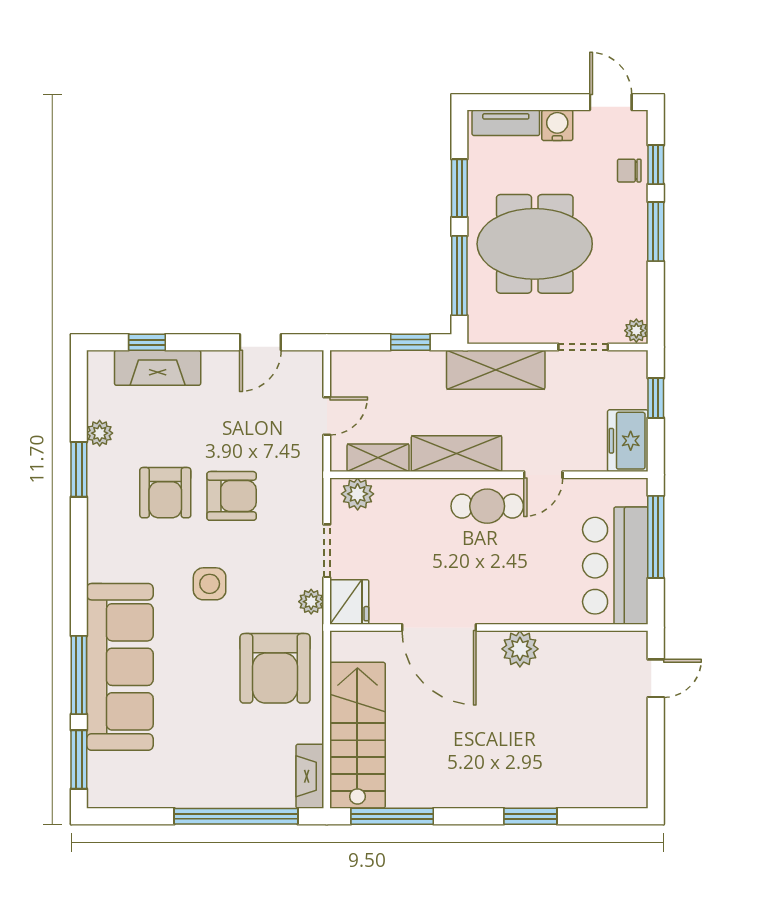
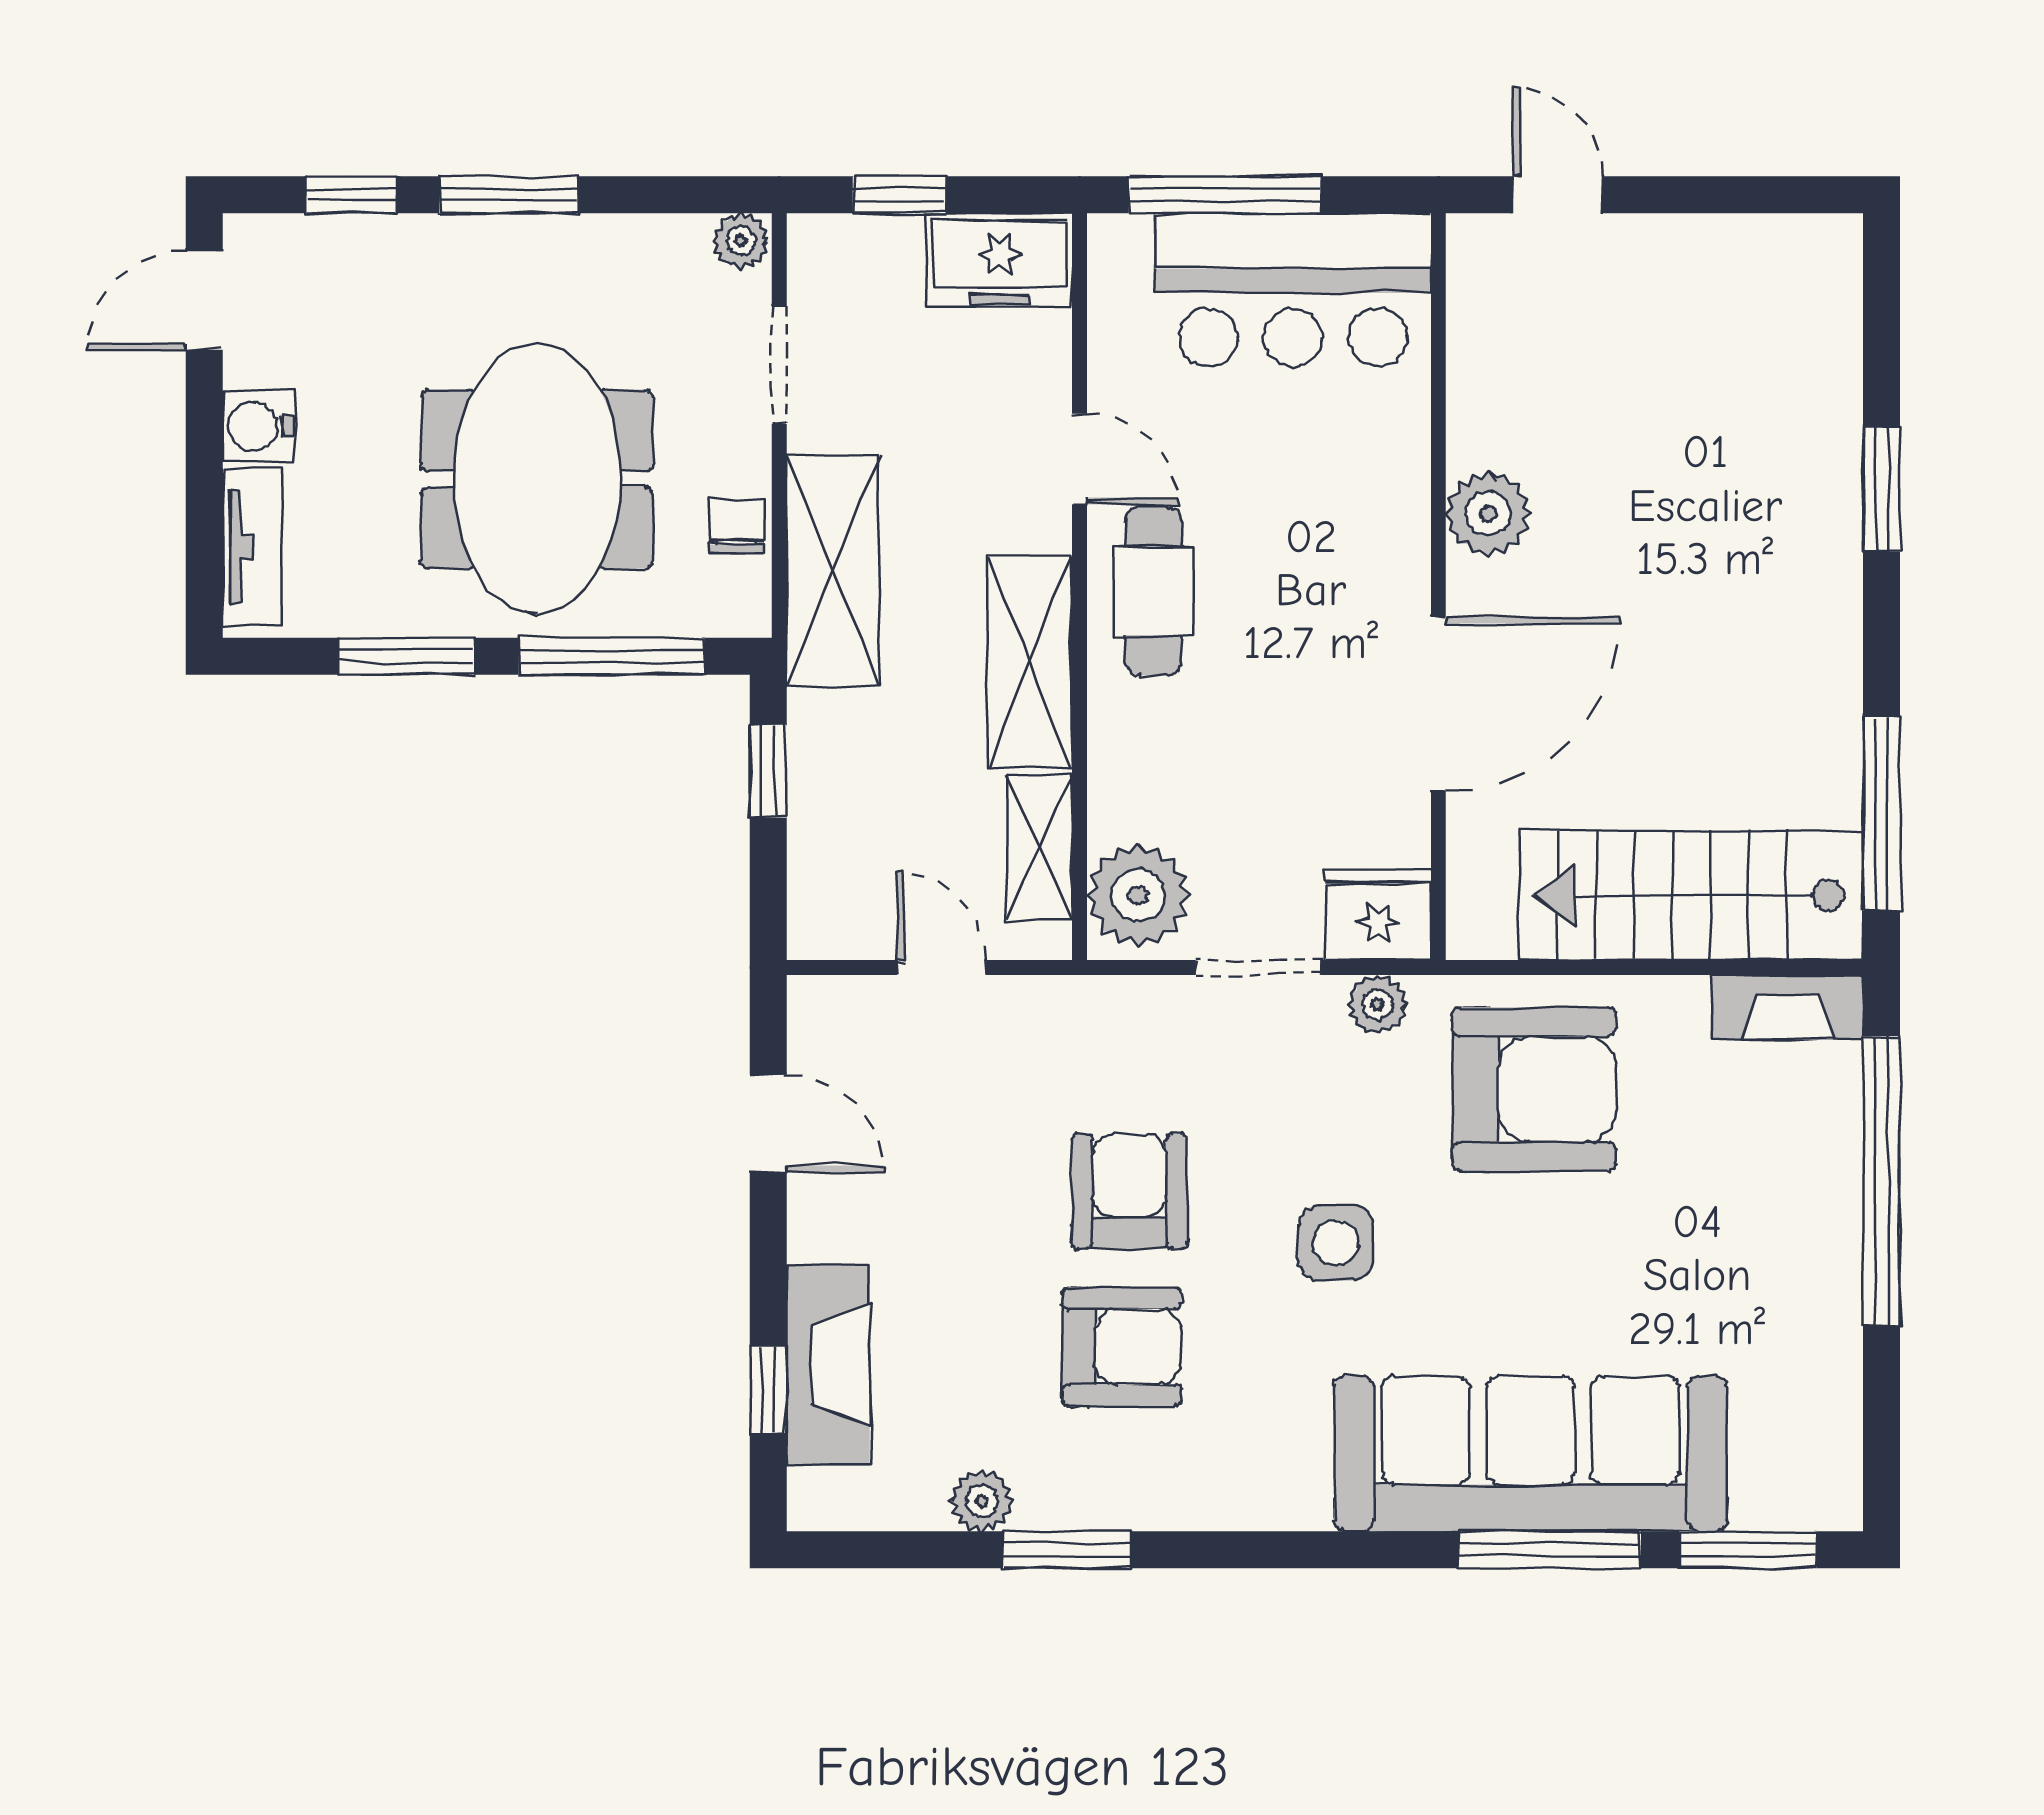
chair: (629, 171) -> (737, 526), moved, turned 180
plant: (358, 494) -> (1138, 895), width x1.36, depth x1.36

